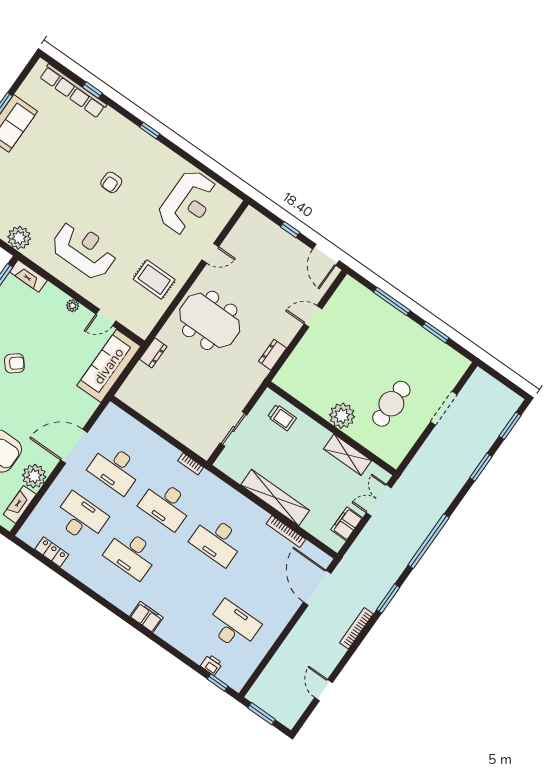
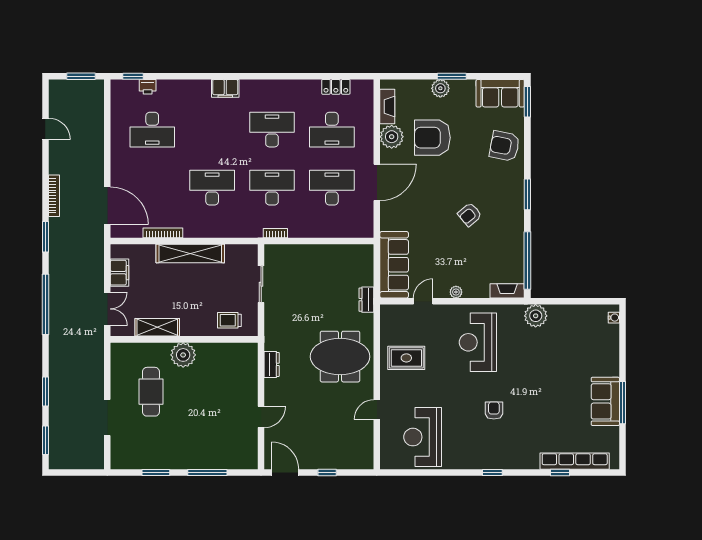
reception desk: (84, 250) -> (478, 342), turned 90

